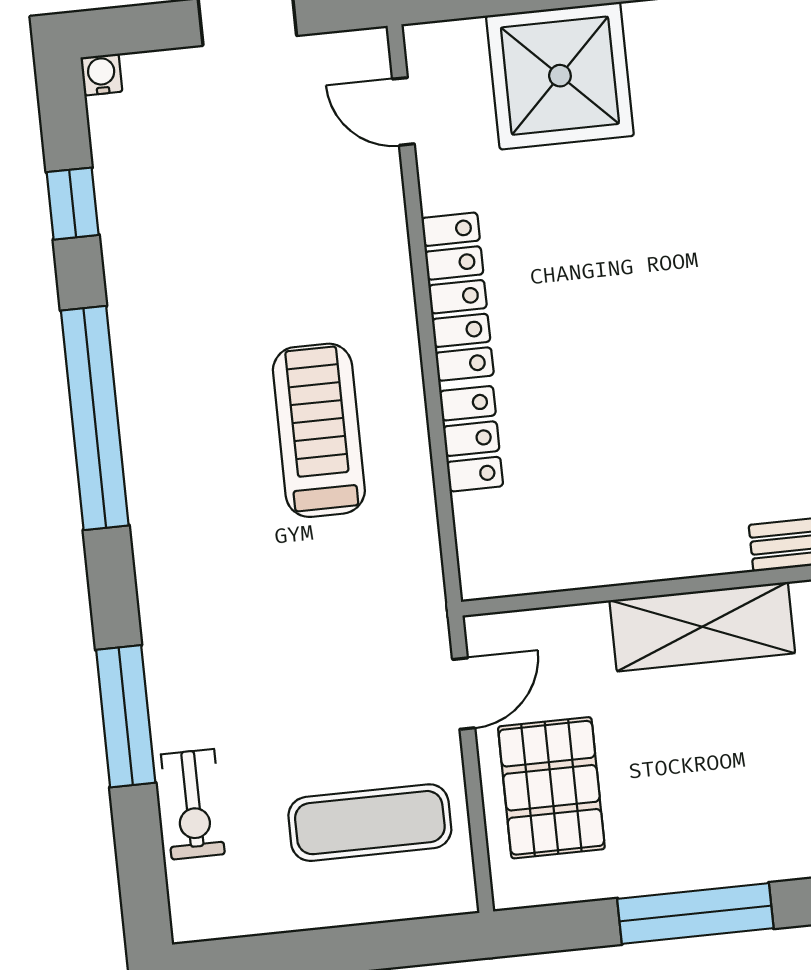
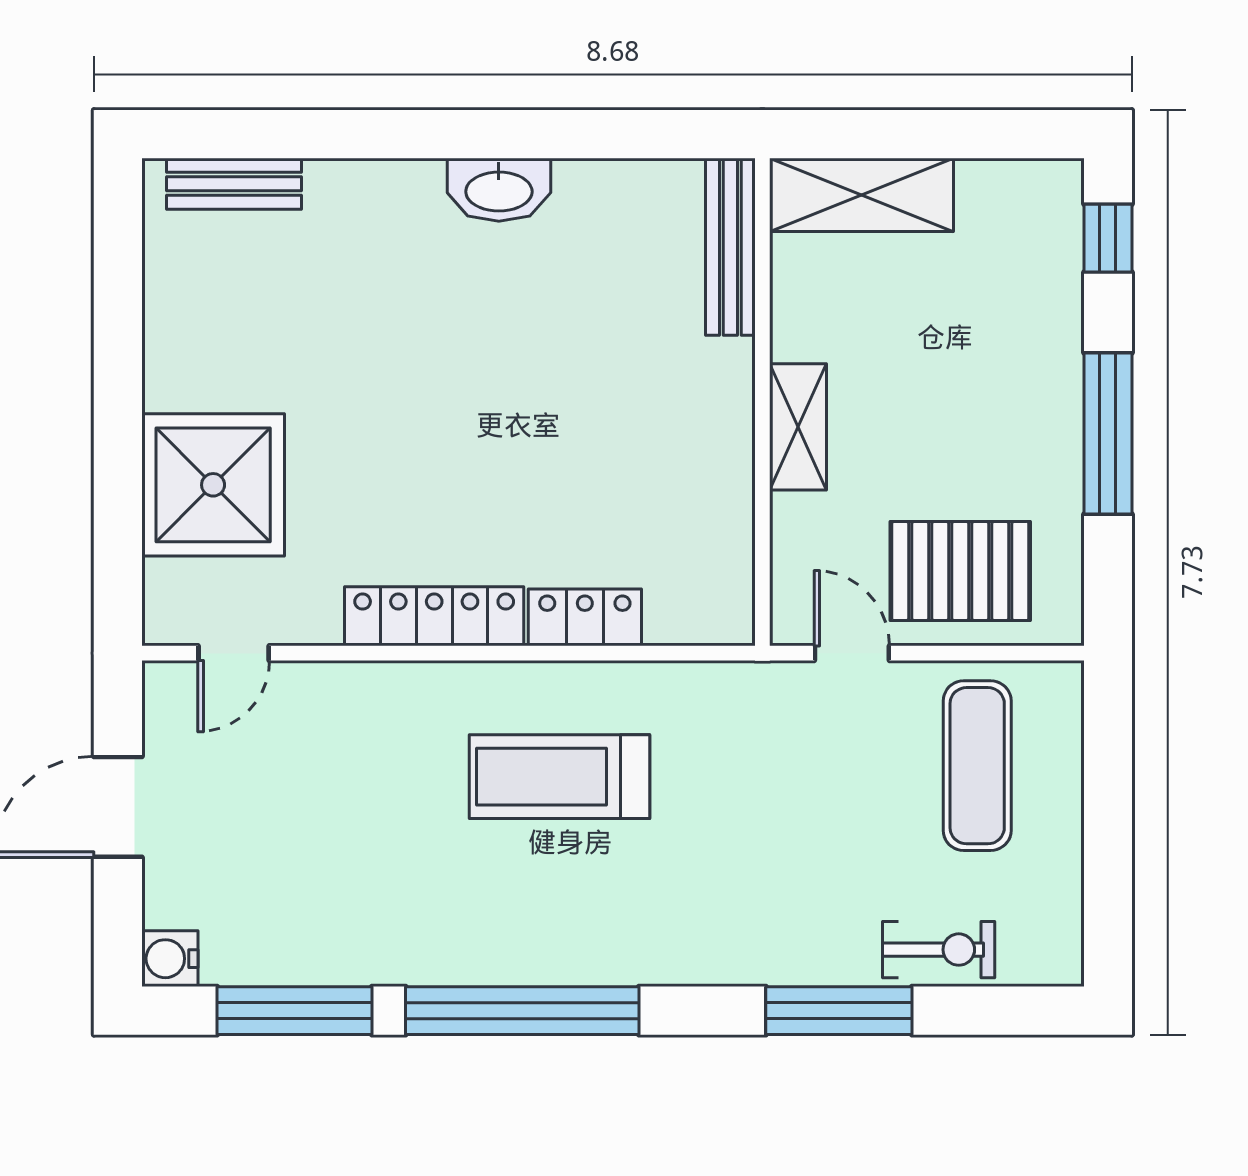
water cooler: (101, 75) -> (170, 959), width x1.38, depth x1.38
window: (73, 204) -> (295, 1011), width x2.17
shelving: (702, 627) -> (798, 427), width x0.67, depth x0.75

